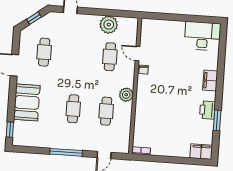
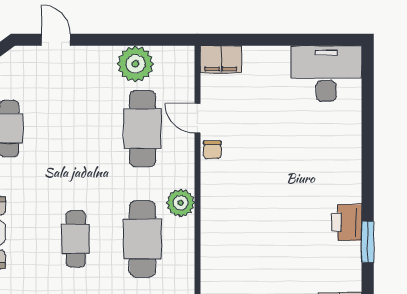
cafe table: (110, 57) -> (142, 129), width x1.37, depth x1.35
filing cabinet: (210, 81) -> (221, 59), moved, turned -90
cafe table: (106, 111) -> (142, 239), width x1.37, depth x1.35

